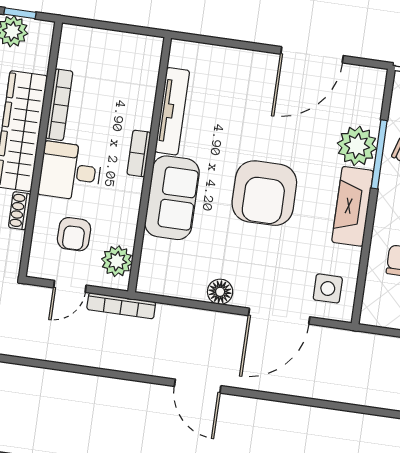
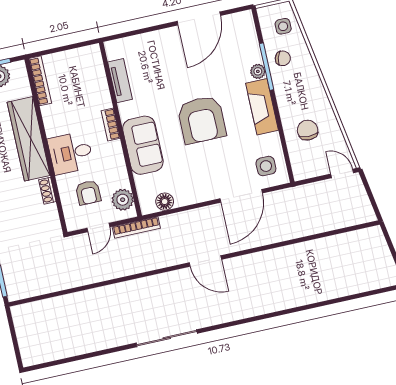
bookcase: (59, 105) -> (40, 81), moved
tv unit: (172, 111) -> (120, 81), width x0.71
plant: (357, 146) -> (258, 71), width x0.53, depth x0.53
floor lamp: (220, 292) -> (165, 202), moved

